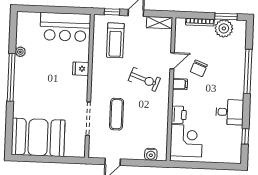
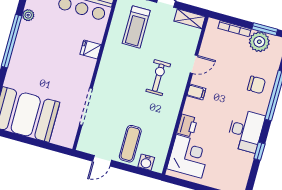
chair: (199, 68) -> (256, 85), moved, turned -111
exercise bike: (144, 79) -> (158, 78), turned -110
desk: (230, 112) -> (246, 131), width x1.37
exercise mat: (117, 114) -> (130, 144), moved
window: (245, 136) -> (259, 151), moved

